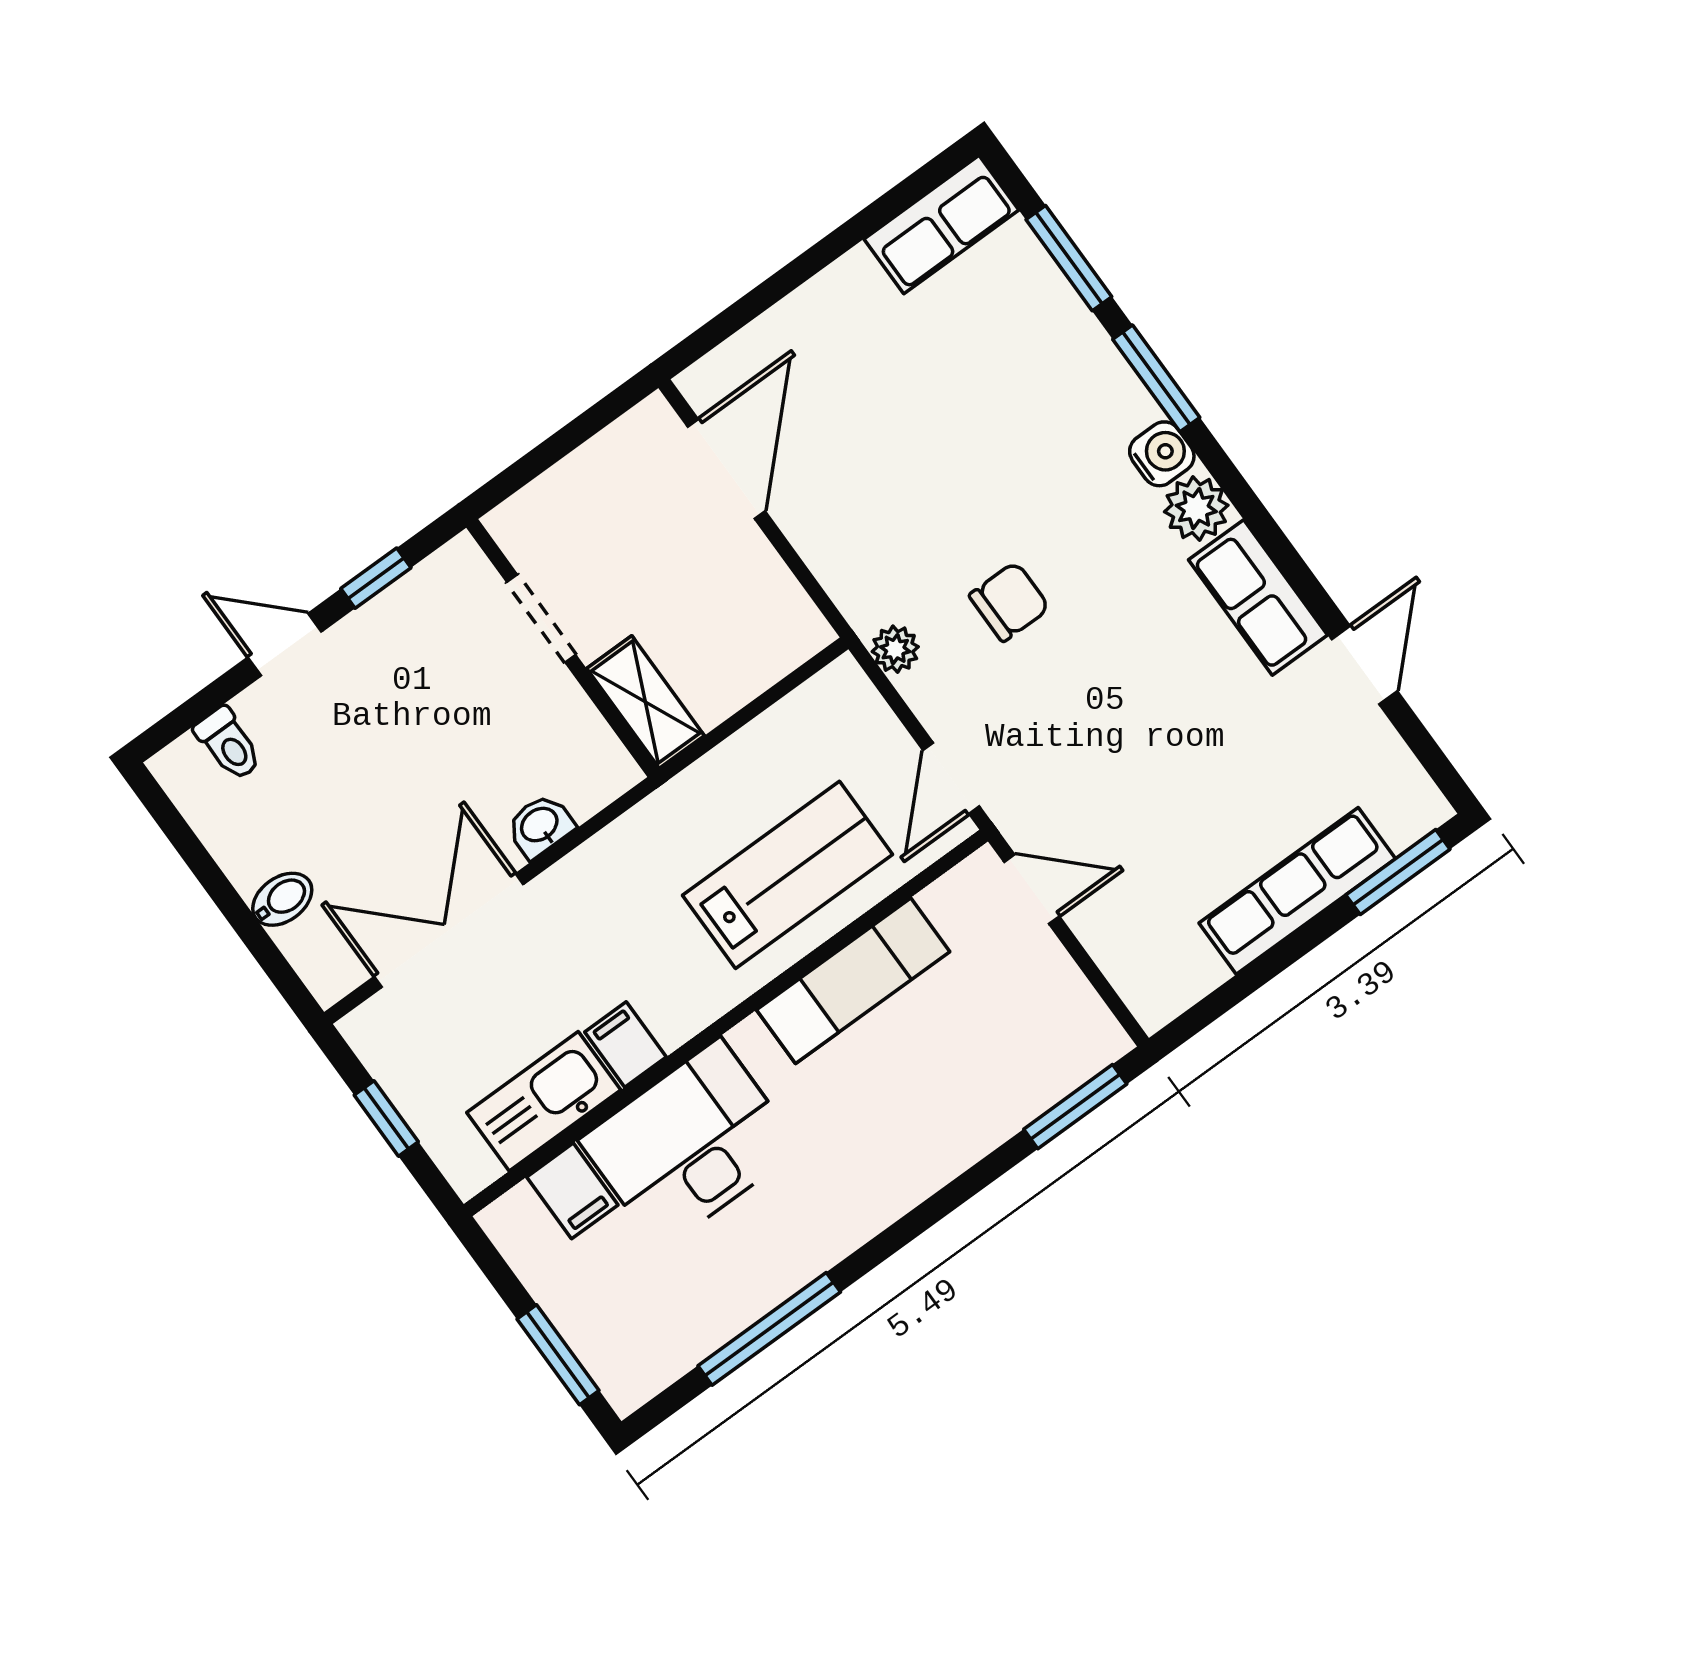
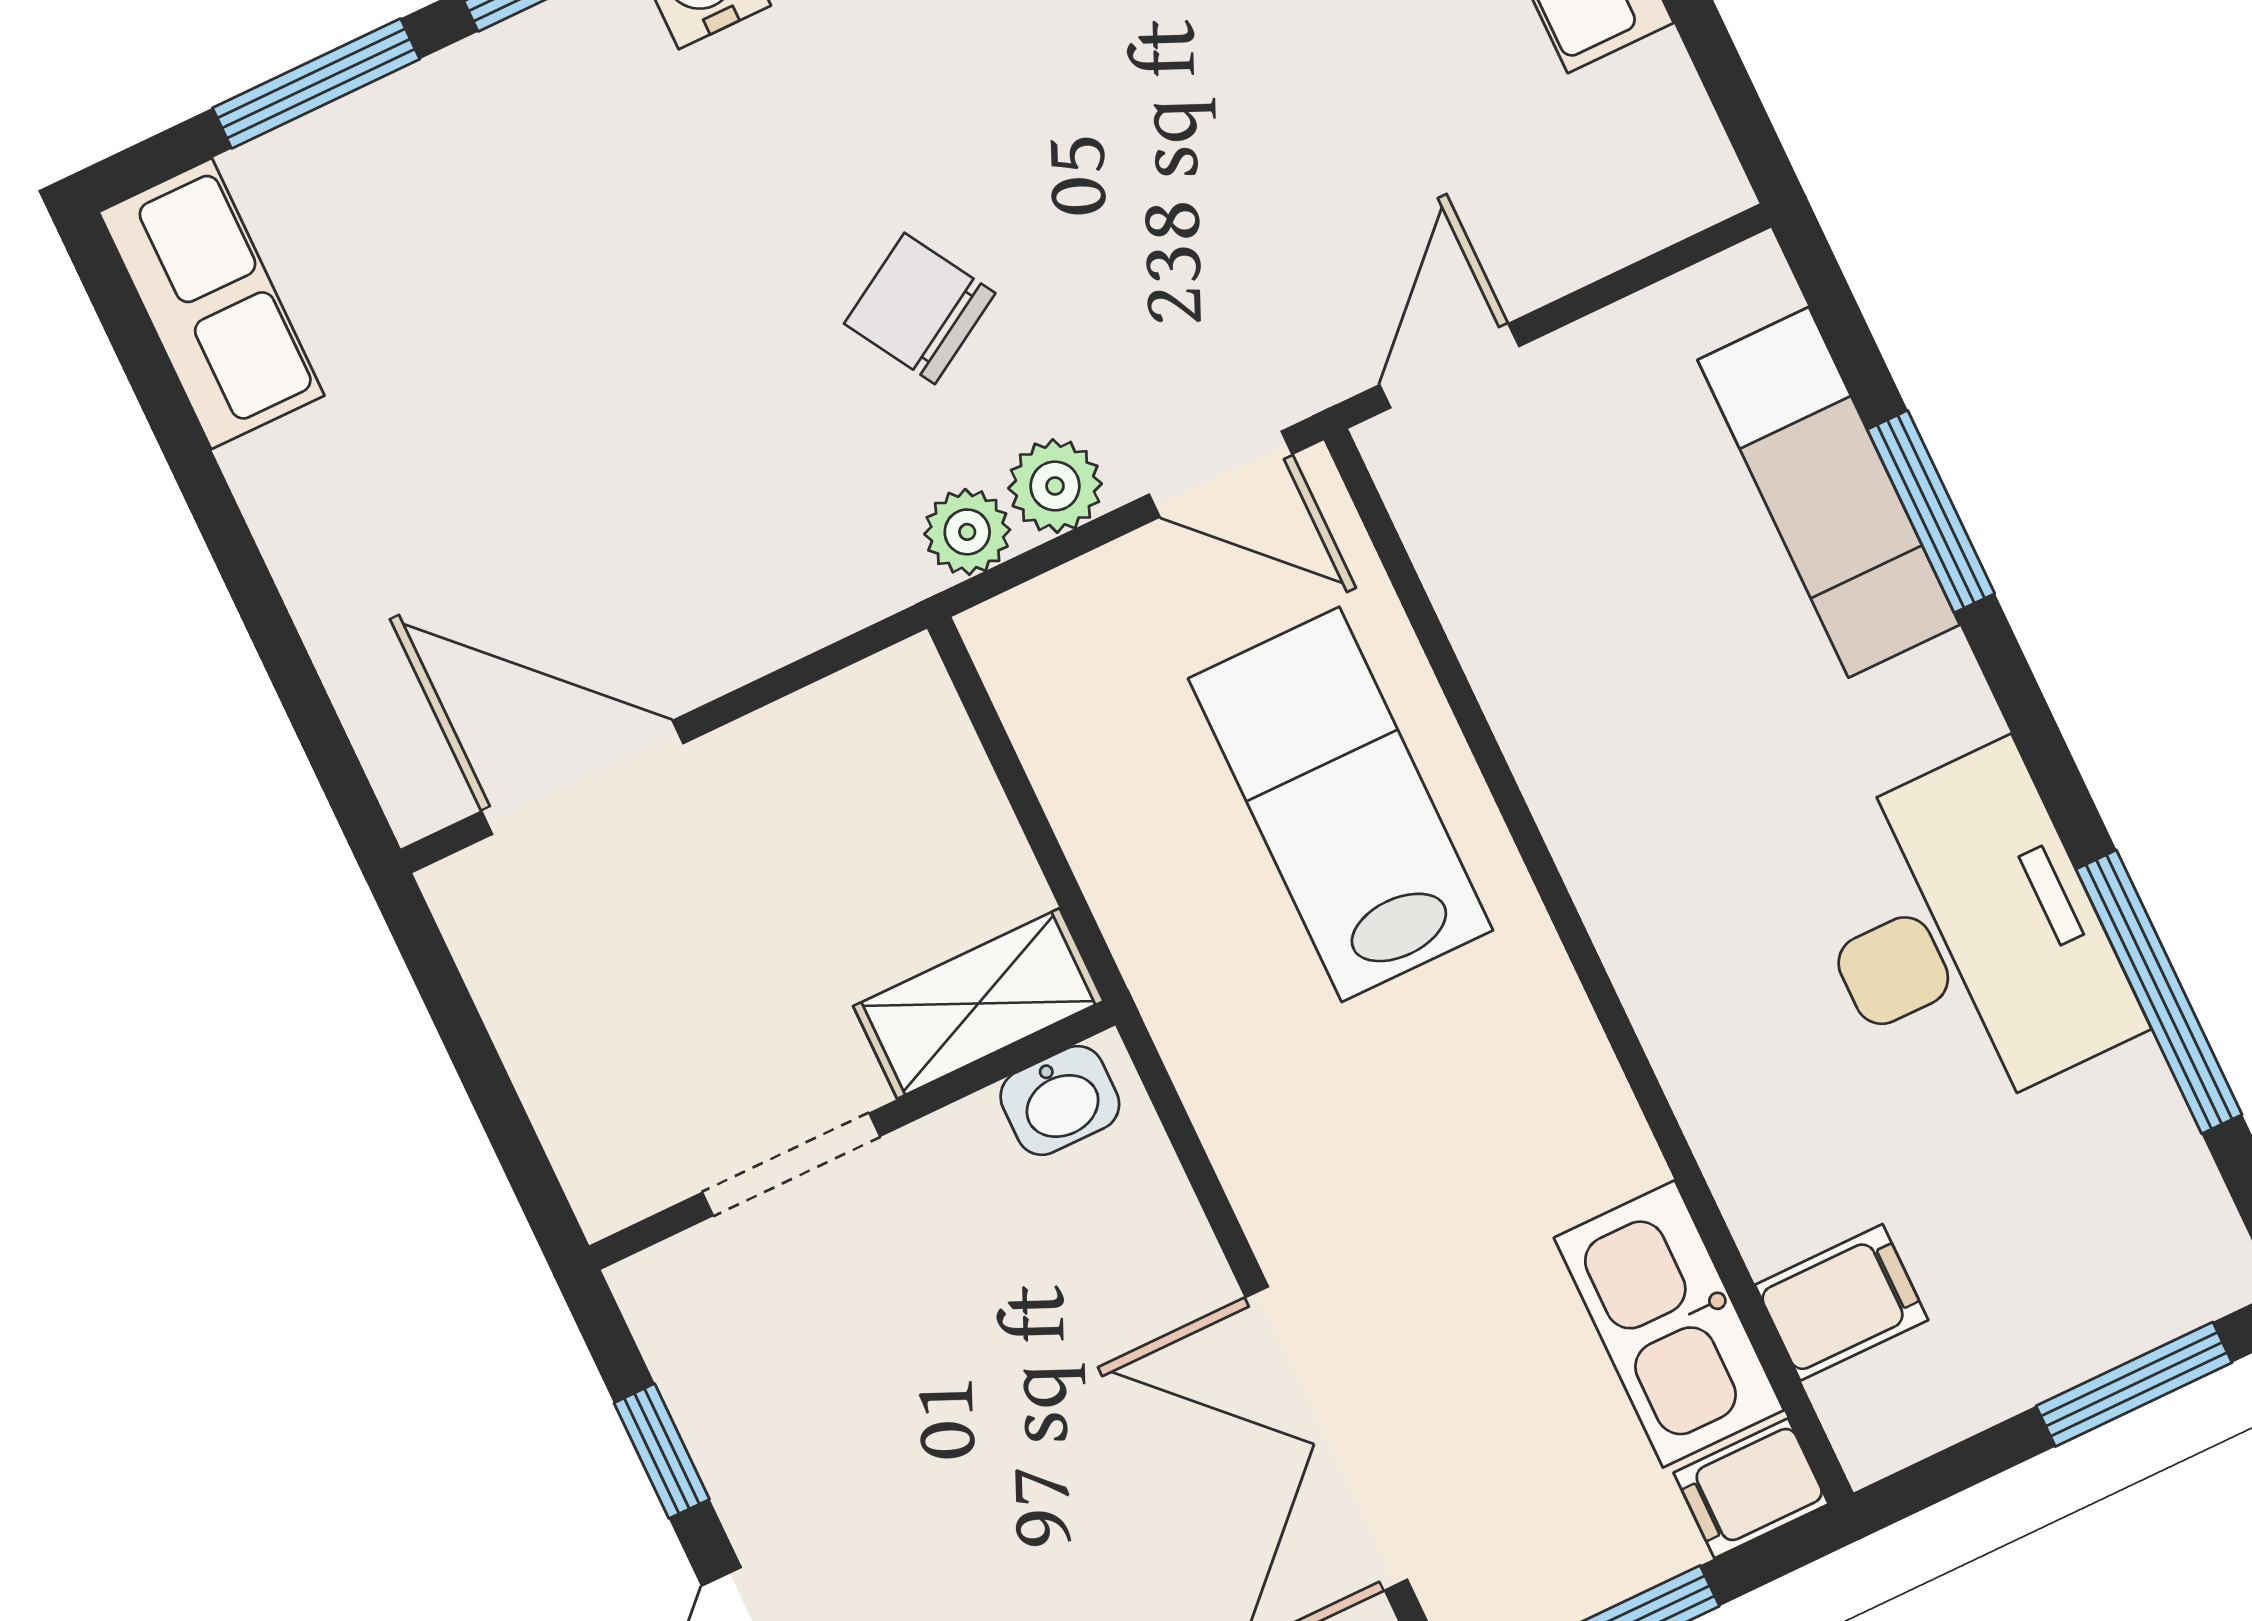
chair: (1009, 602) -> (920, 308), turned -31
plant: (928, 691) -> (1055, 486), added
washbasin: (540, 826) -> (1060, 1100), moved, turned -90
exam couch: (853, 981) -> (1829, 492), moved, turned 180
filing cabinet: (625, 1044) -> (1751, 1488), moved
window: (1075, 1107) -> (1931, 511), moved
desk: (690, 1144) -> (1965, 936), moved, turned 180

